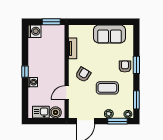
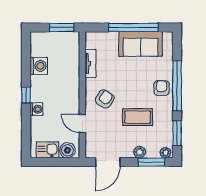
window: (104, 22) -> (133, 27), added
washing machine: (34, 31) -> (39, 66), moved
window: (136, 65) -> (177, 86), width x2.11
door: (67, 93) -> (82, 124), hinge flipped

